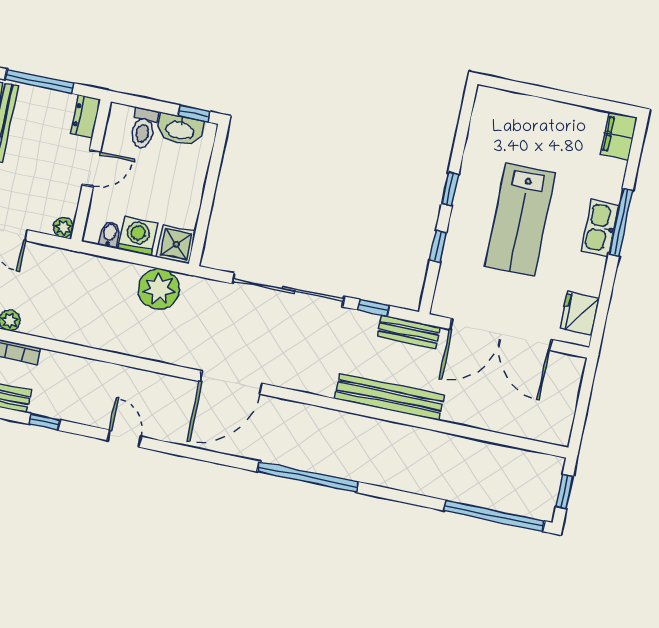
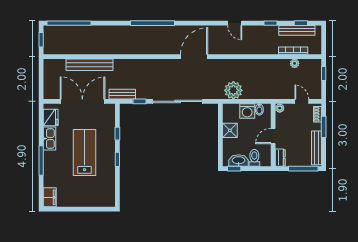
kitchen sink: (600, 228) -> (49, 139), moved
shower: (176, 244) -> (230, 130), moved
bench: (389, 397) -> (90, 65), moved

